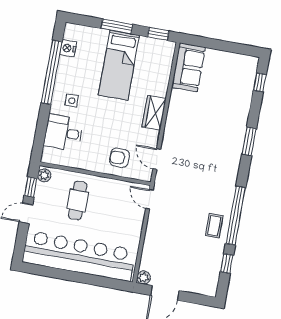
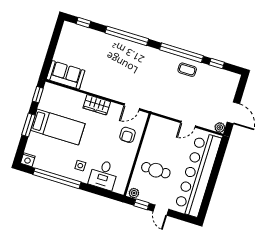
nightstand: (68, 48) -> (28, 160), moved
window: (249, 141) -> (127, 36), width x2.11
door: (149, 199) -> (188, 124), moved

